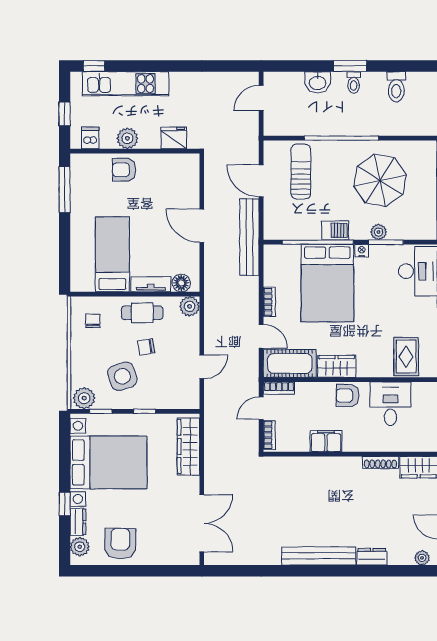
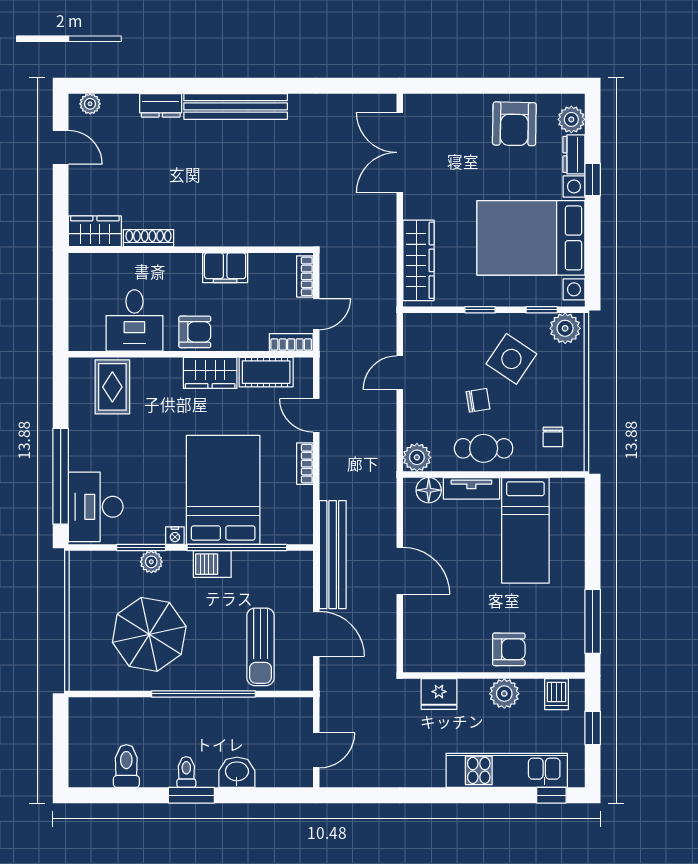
cot: (290, 363) -> (266, 372), width x0.73, depth x0.75
side table: (122, 376) -> (511, 359), turned -38

